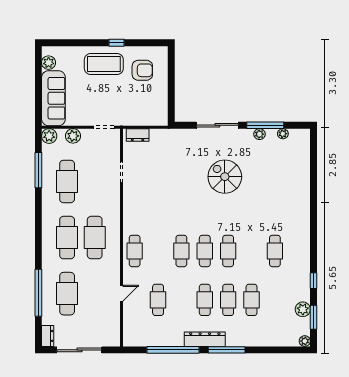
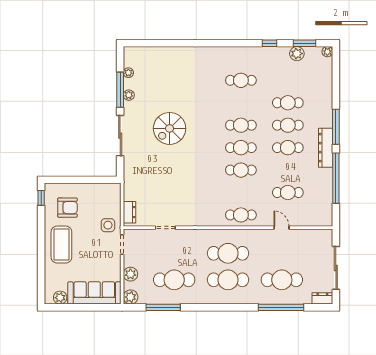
window: (116, 43) -> (41, 198), moved
armchair: (142, 70) -> (67, 208), turned 90
side table: (124, 112) -> (108, 225), added

